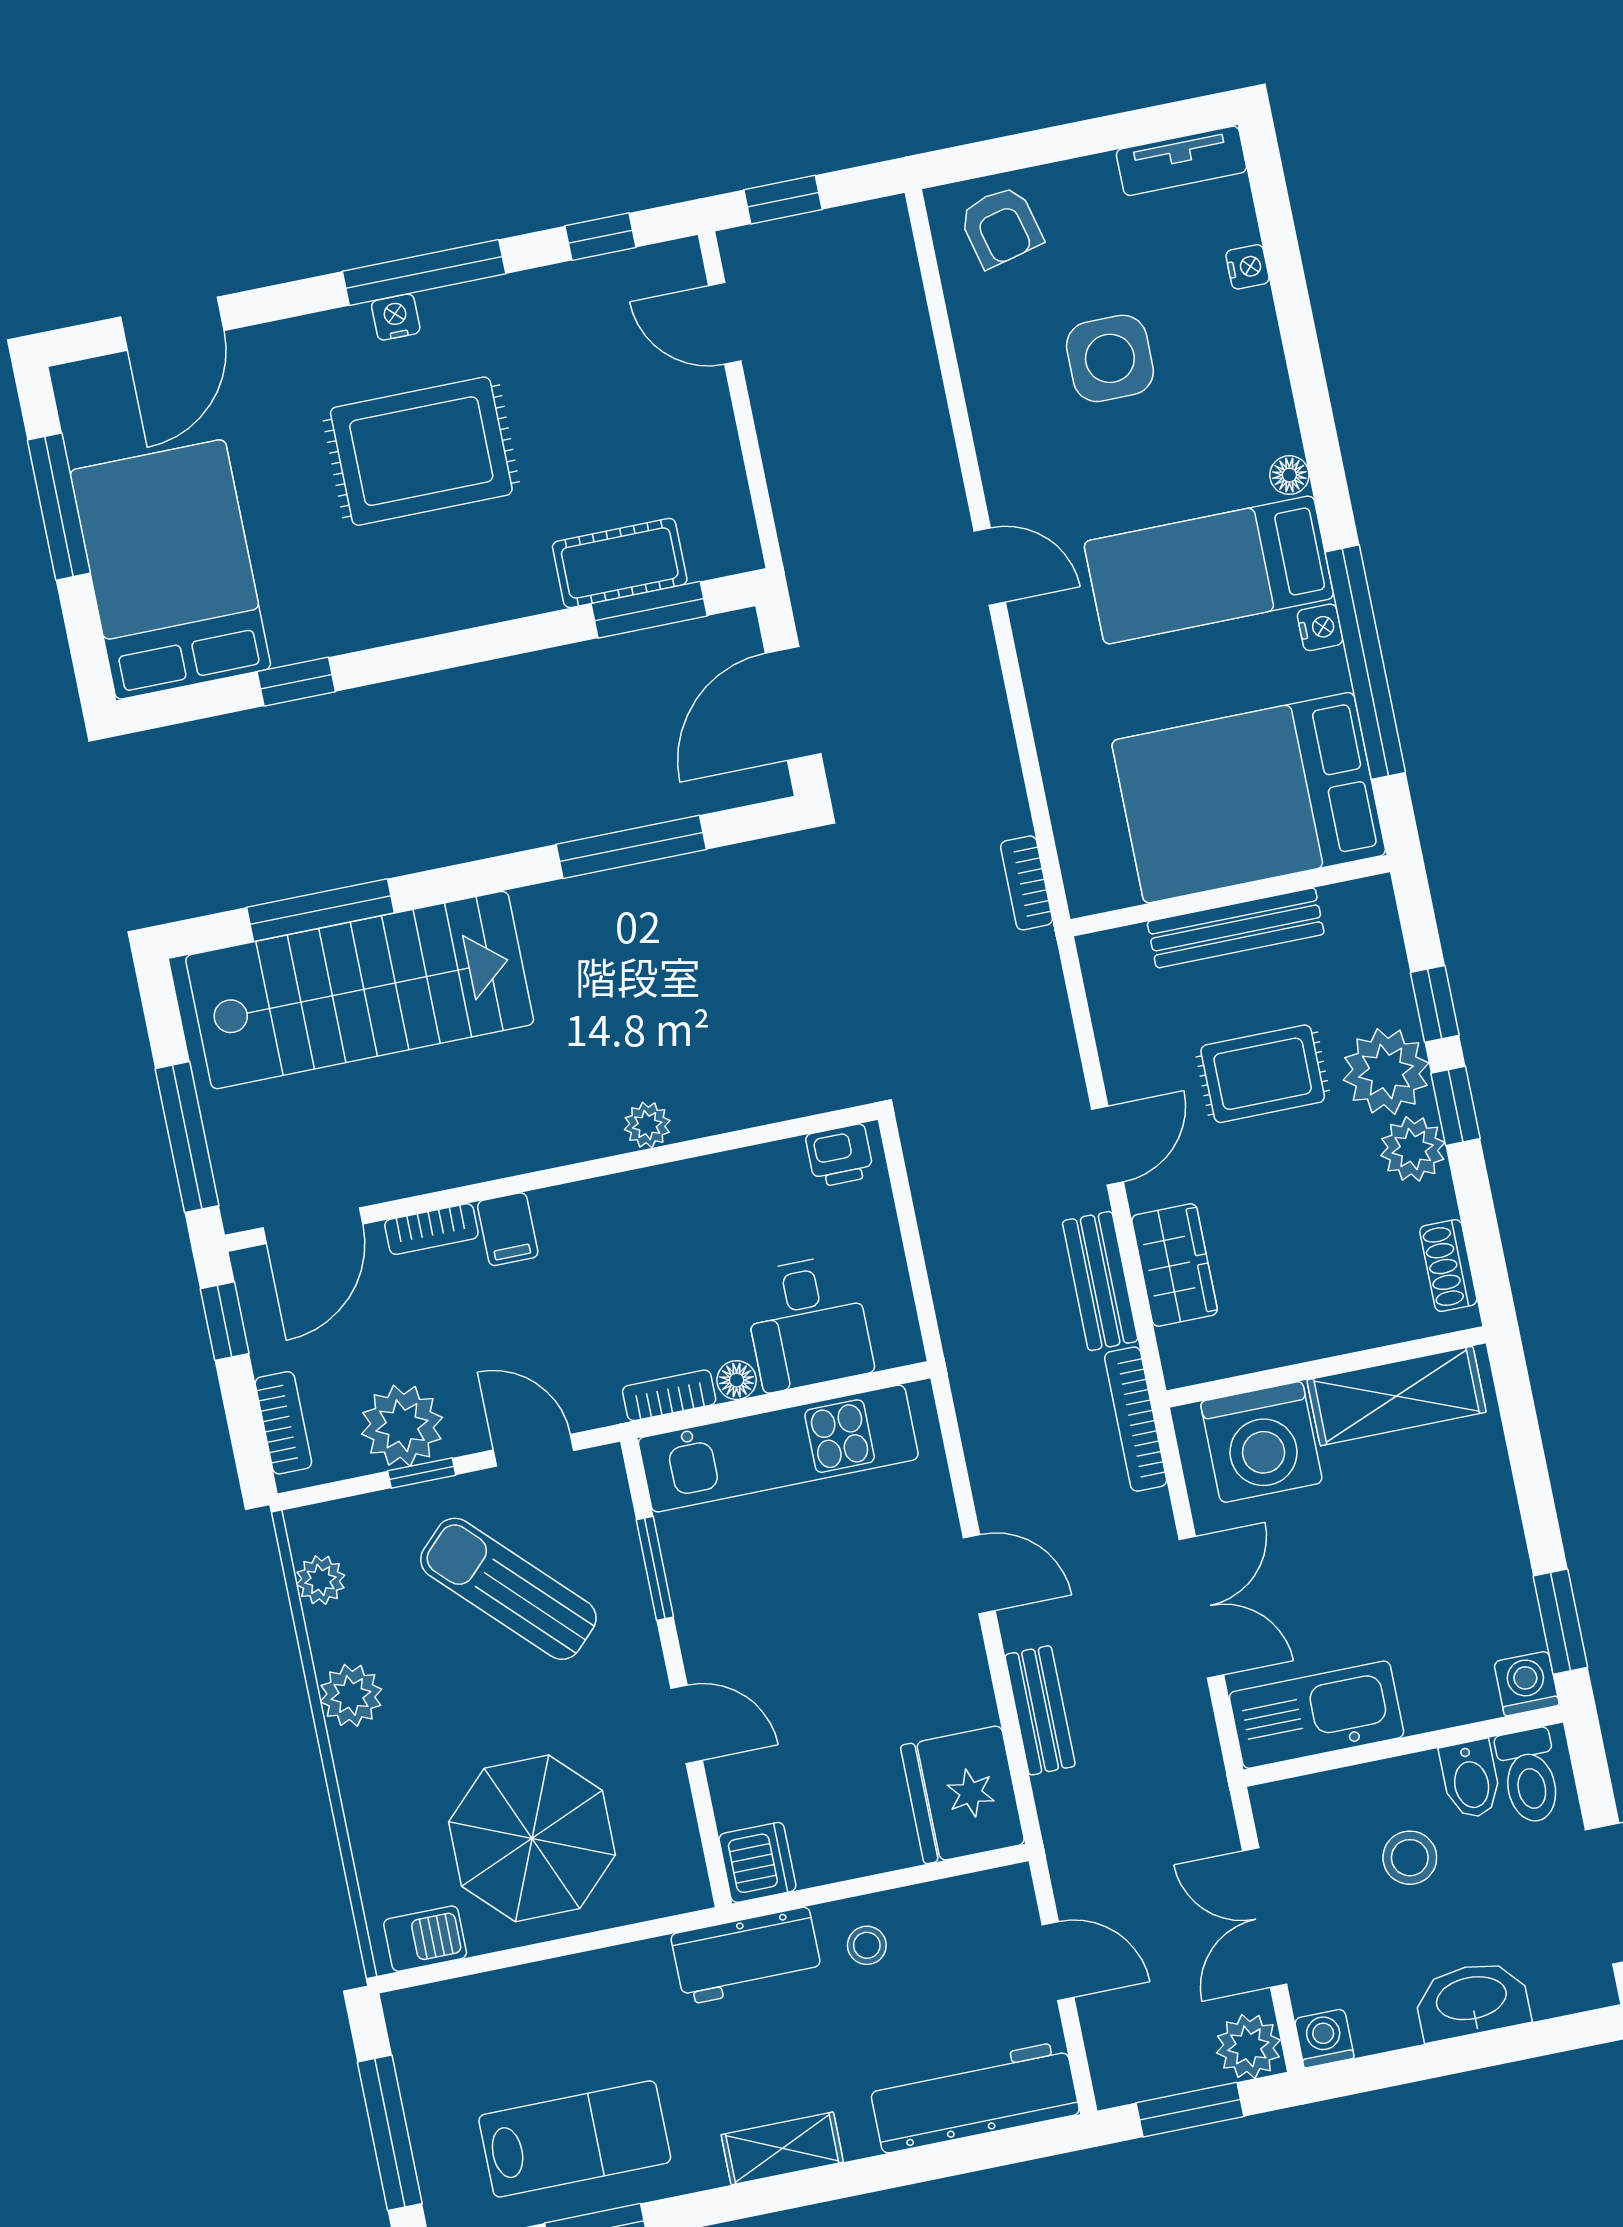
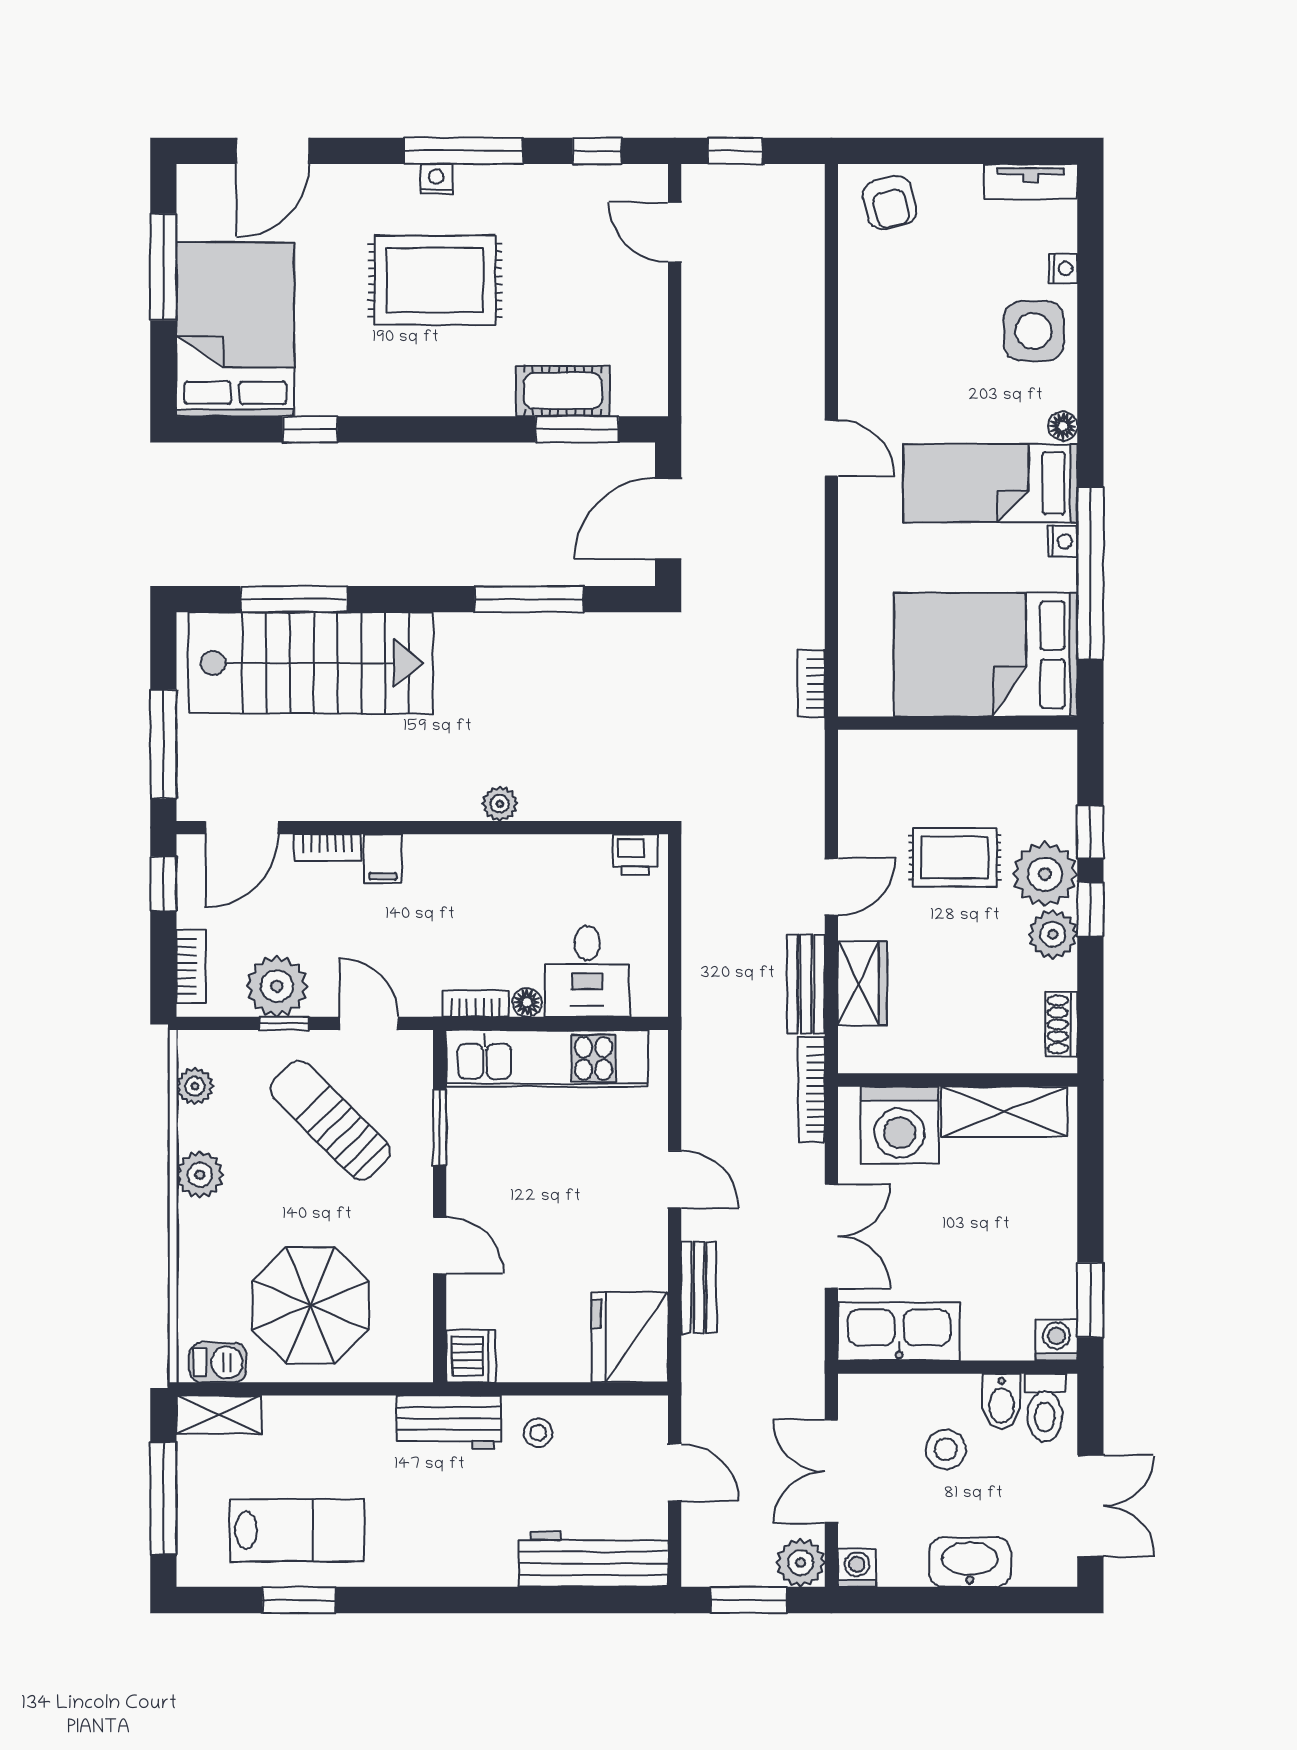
side table: (1110, 358) -> (1034, 331), moved
bench: (1236, 928) -> (957, 747), removed
shelving: (782, 2148) -> (219, 1415), moved

